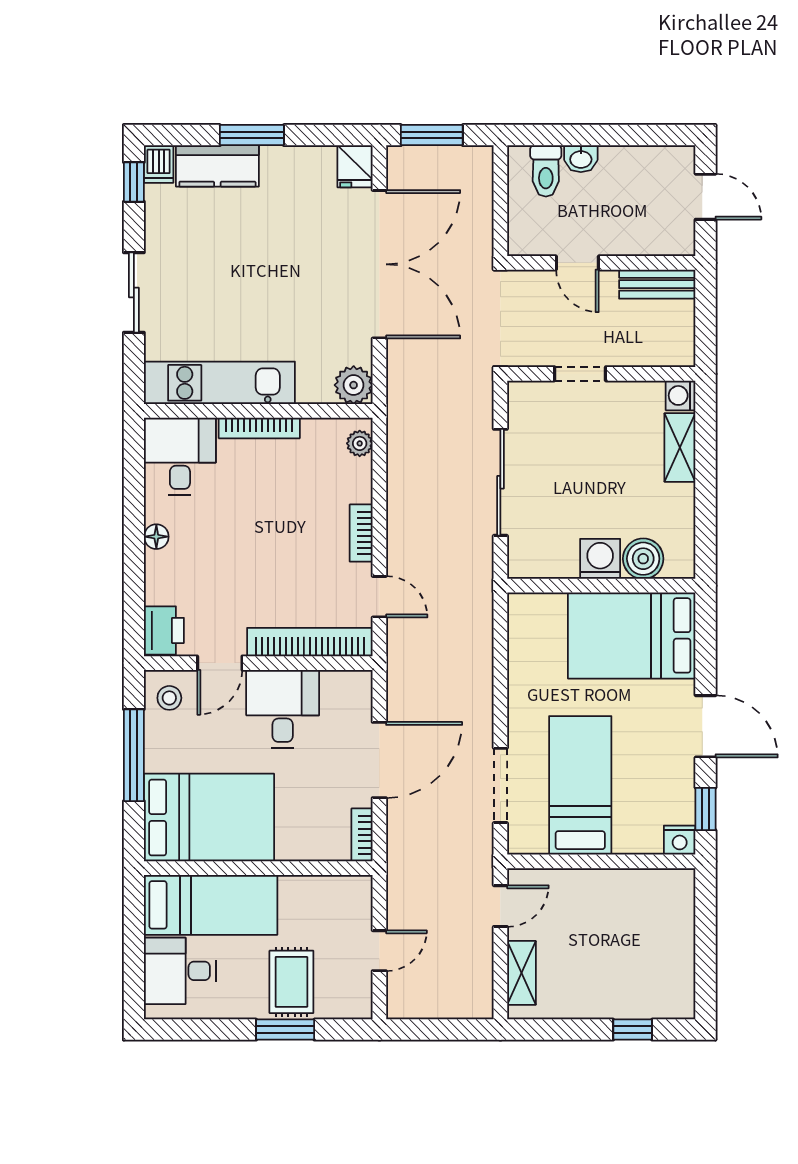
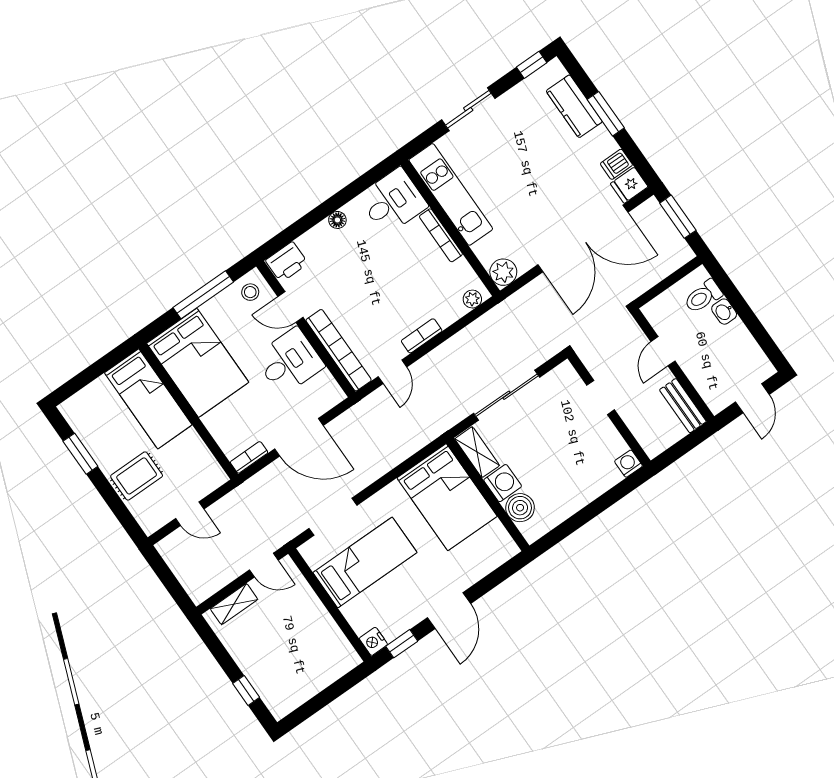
dishwasher: (159, 164) -> (616, 164), moved
shelving: (680, 448) -> (477, 452), moved, turned 90
bed: (632, 635) -> (447, 497), moved, turned 180
desk: (180, 971) -> (98, 408), removed
window: (285, 1030) -> (80, 454), moved

